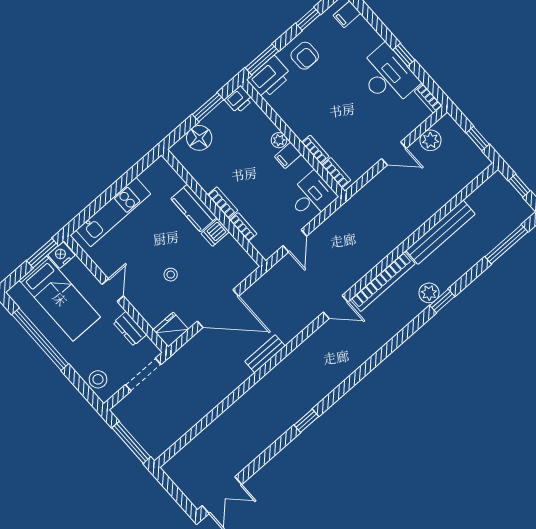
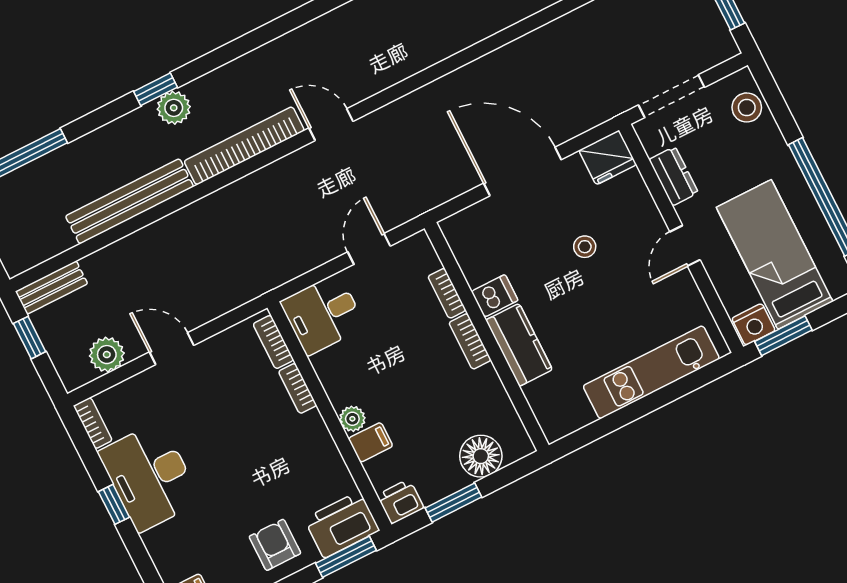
filing cabinet: (288, 155) -> (371, 442), moved
bench: (265, 354) -> (51, 288), moved

